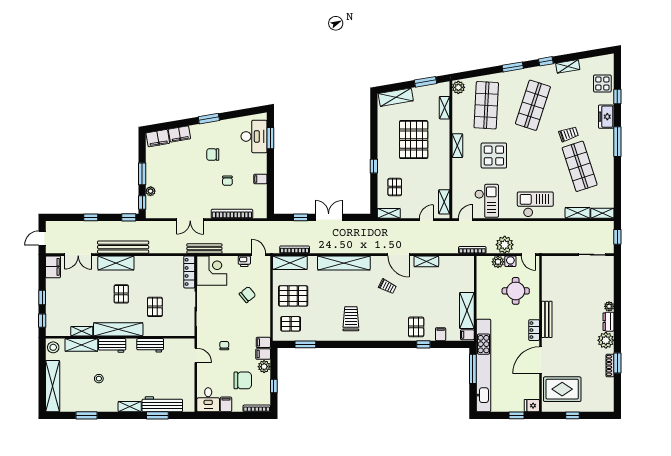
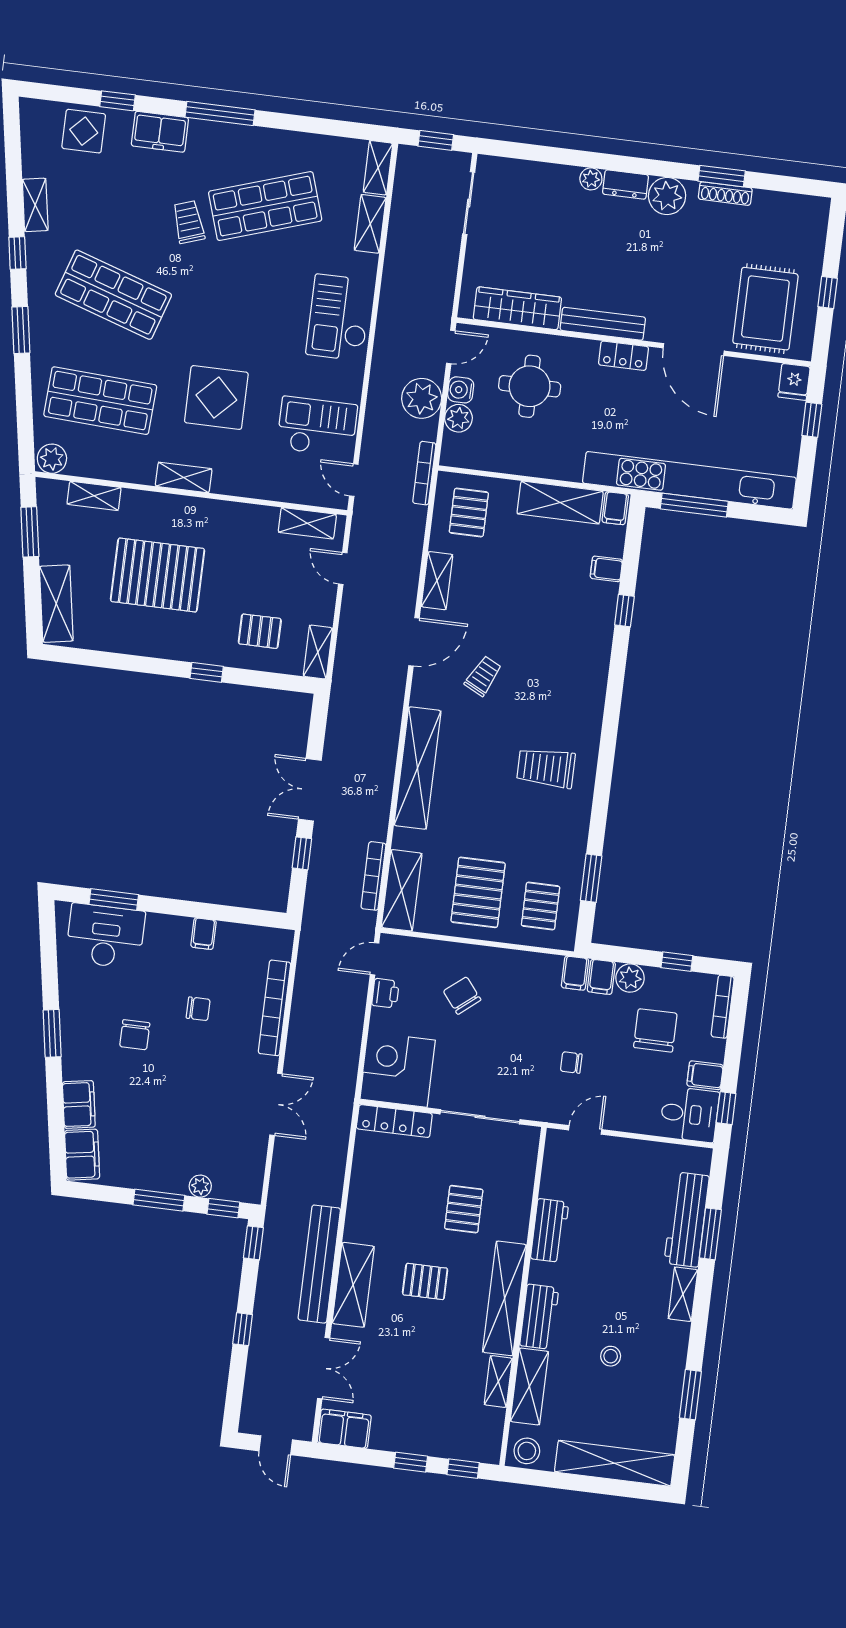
bench: (204, 249) -> (346, 1080), removed
wardrobe: (549, 281) -> (517, 308), added
pallet: (155, 307) -> (464, 1209), turned 90
pallet: (416, 327) -> (469, 513), moved, turned 90
window: (213, 415) -> (726, 1108), added

